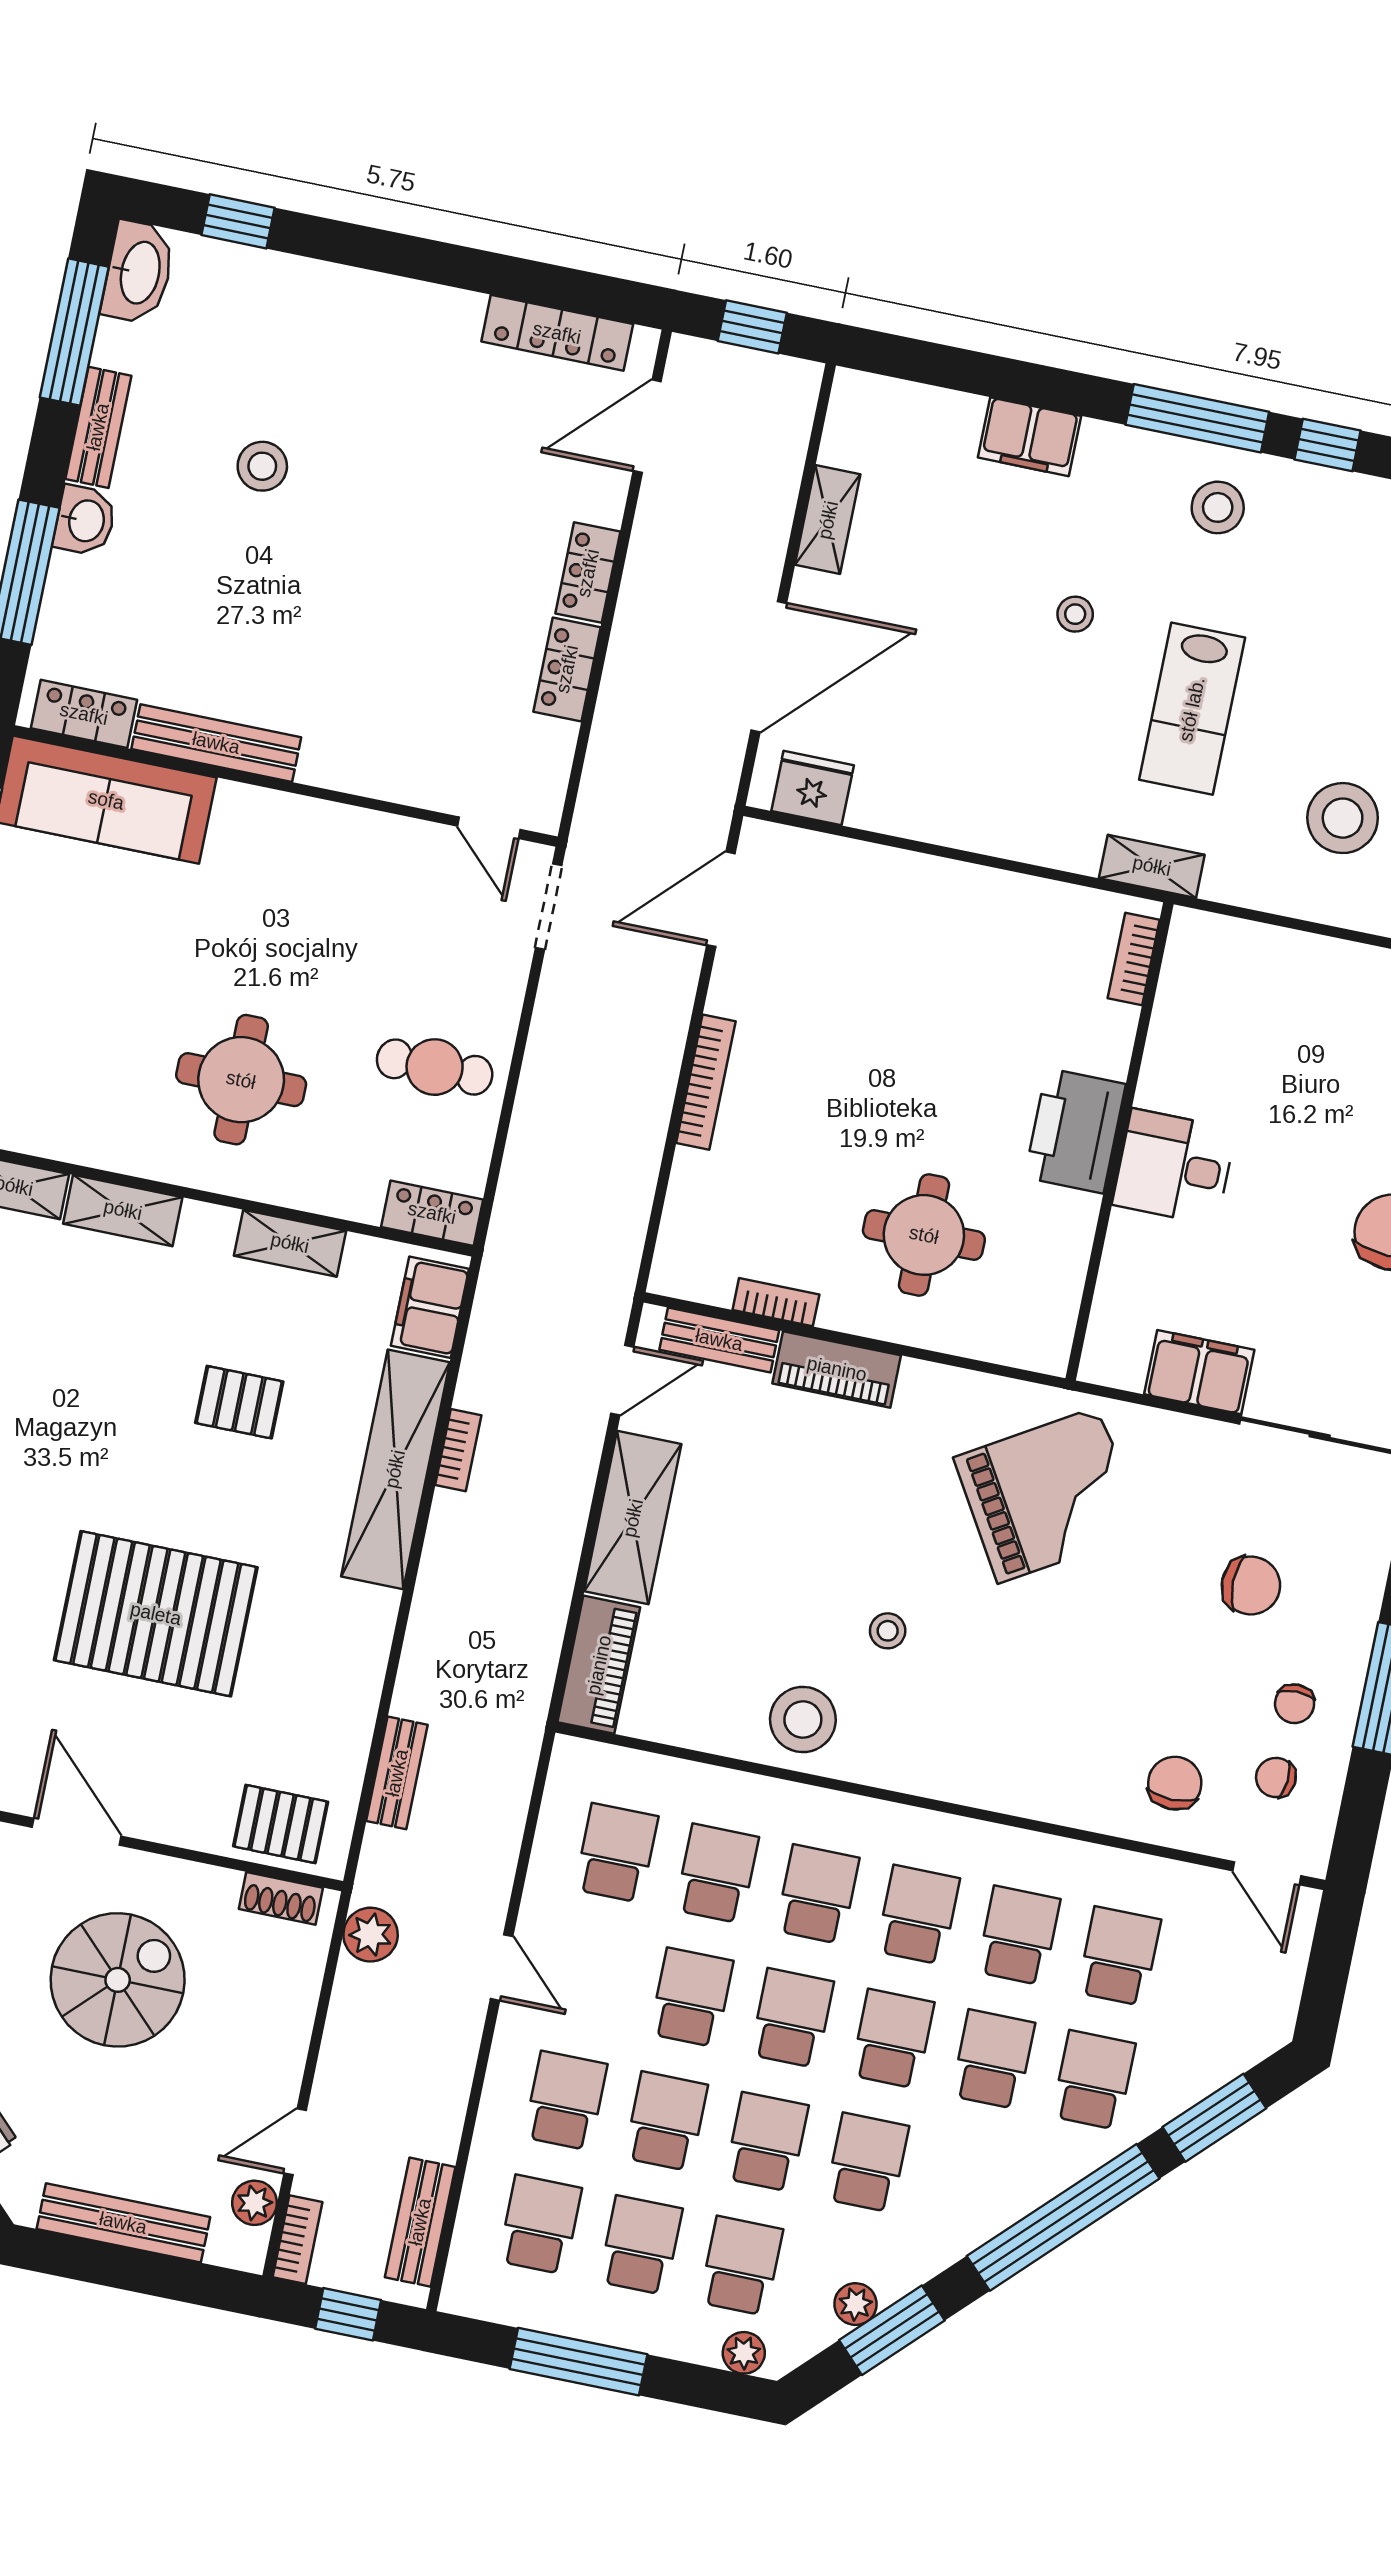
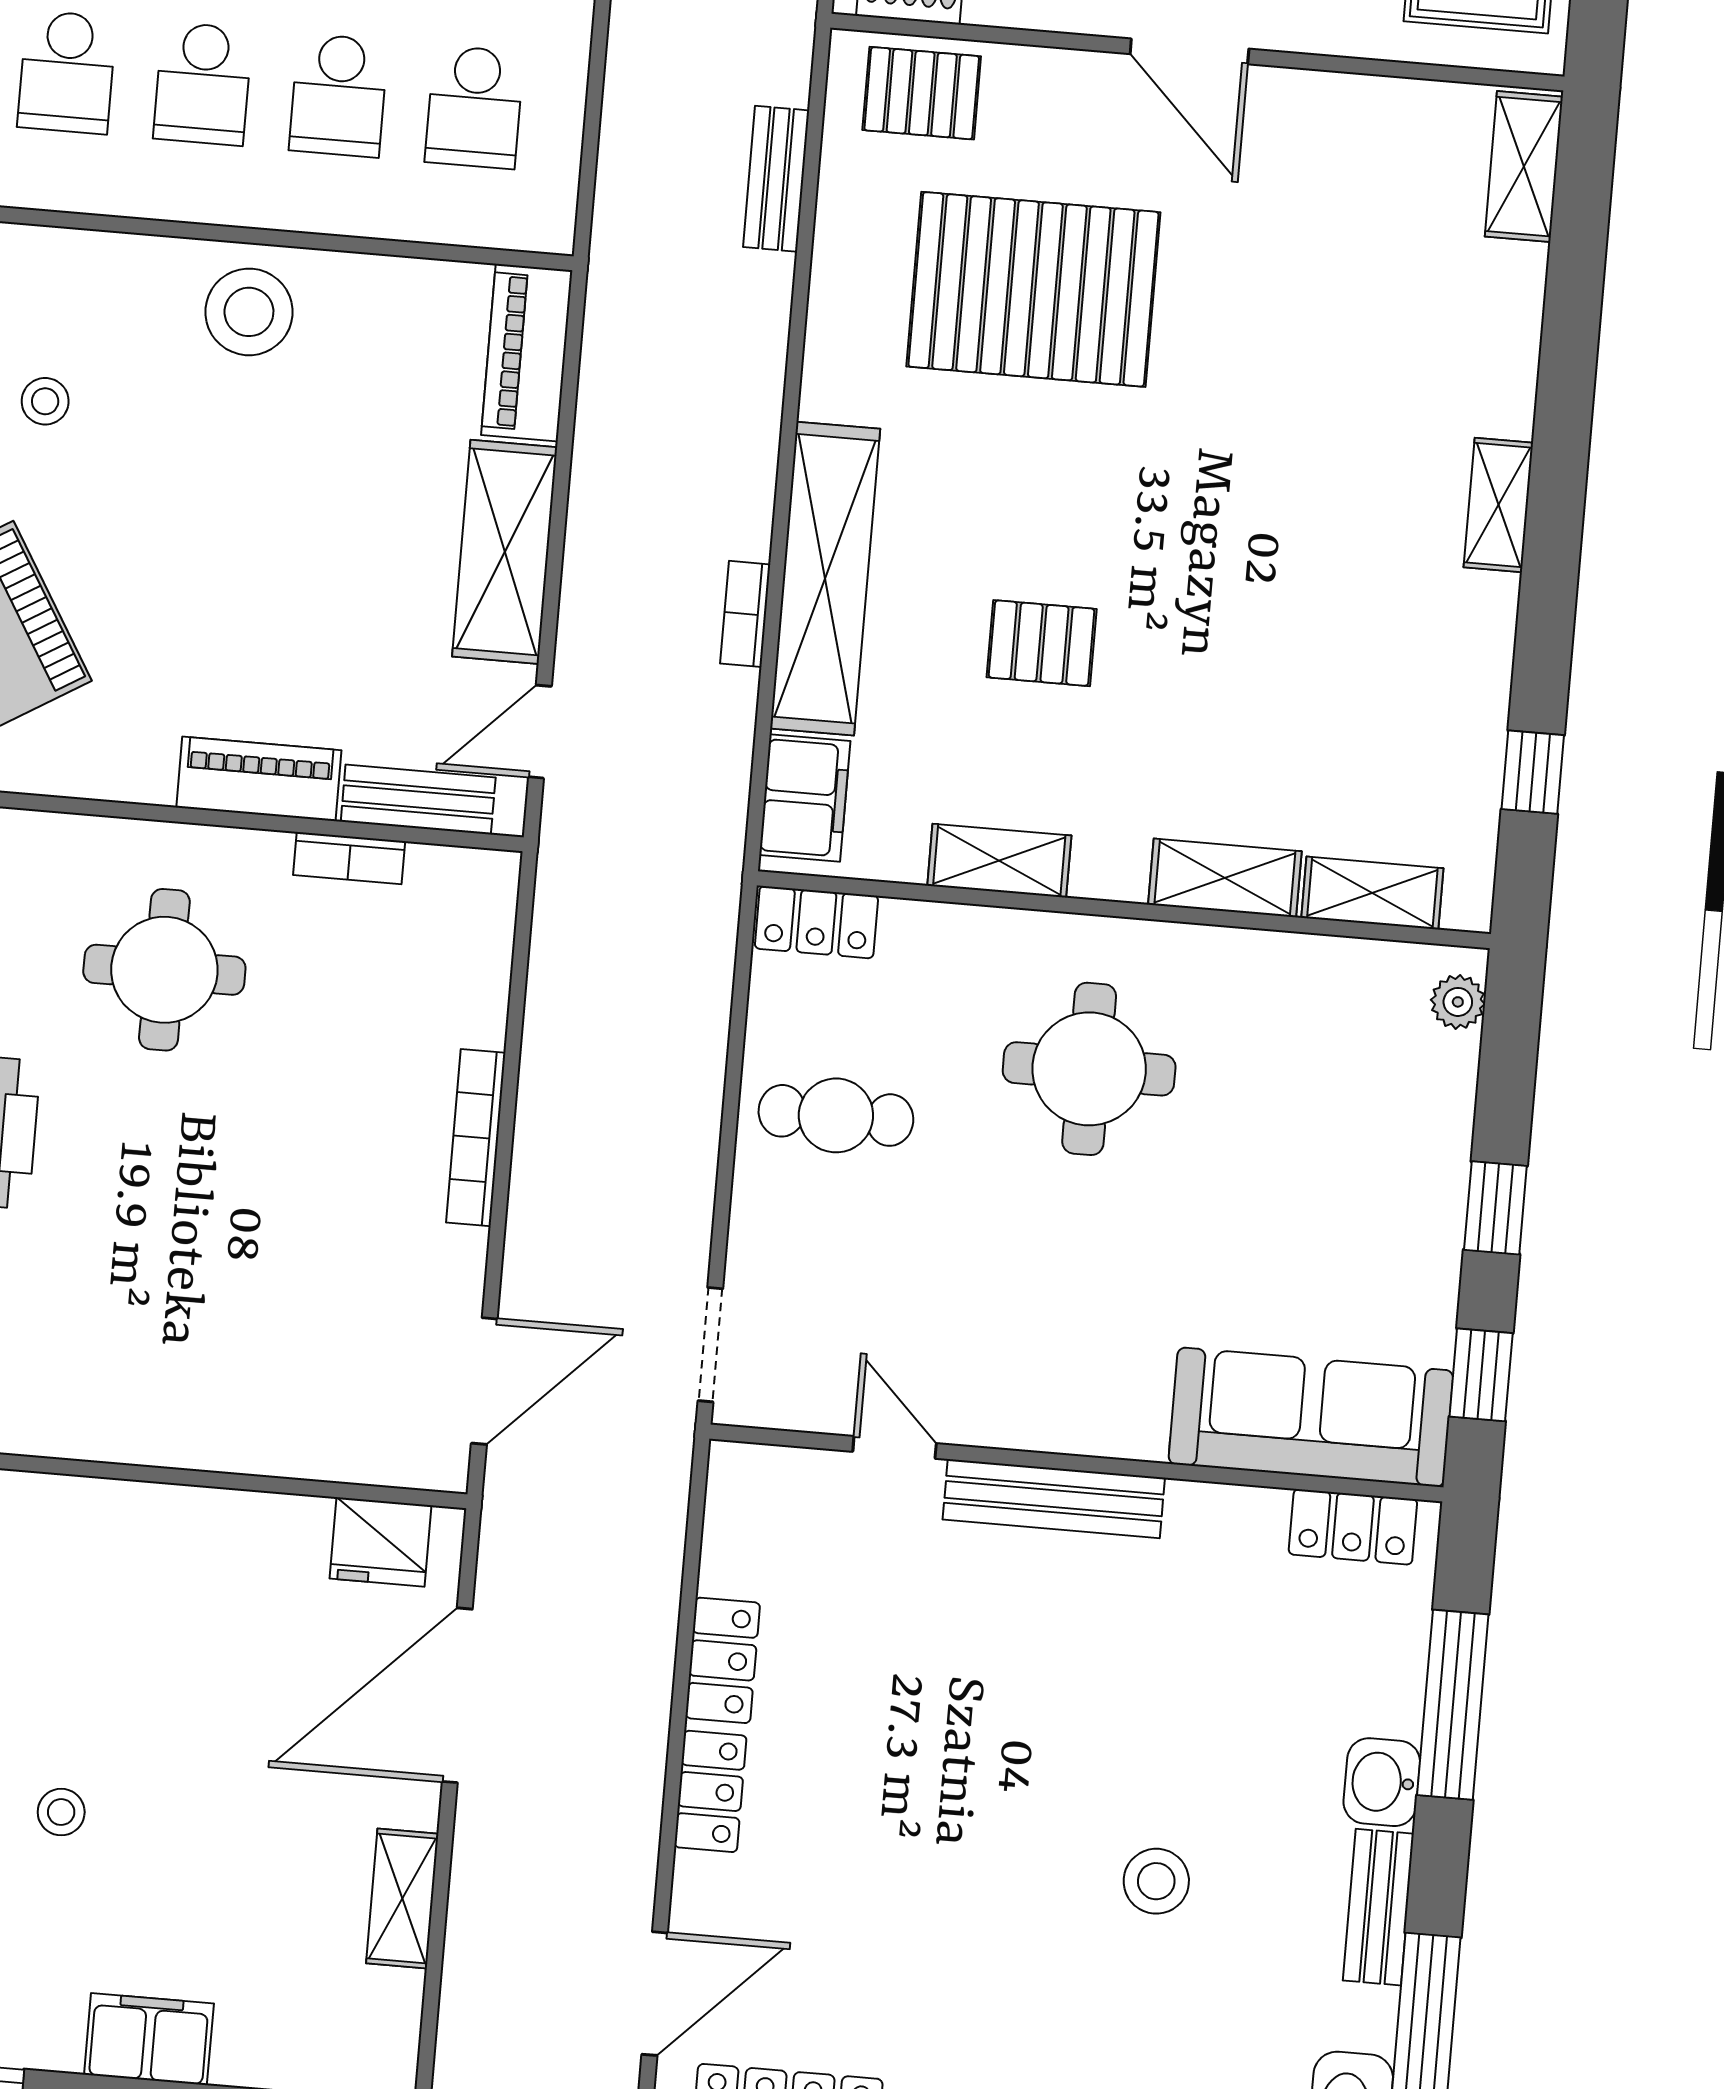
bench: (216, 743) -> (1054, 1499), moved
door: (489, 828) -> (895, 1447), moved
pallet: (156, 1614) -> (1033, 289), moved
stool: (888, 1631) -> (45, 401), moved

